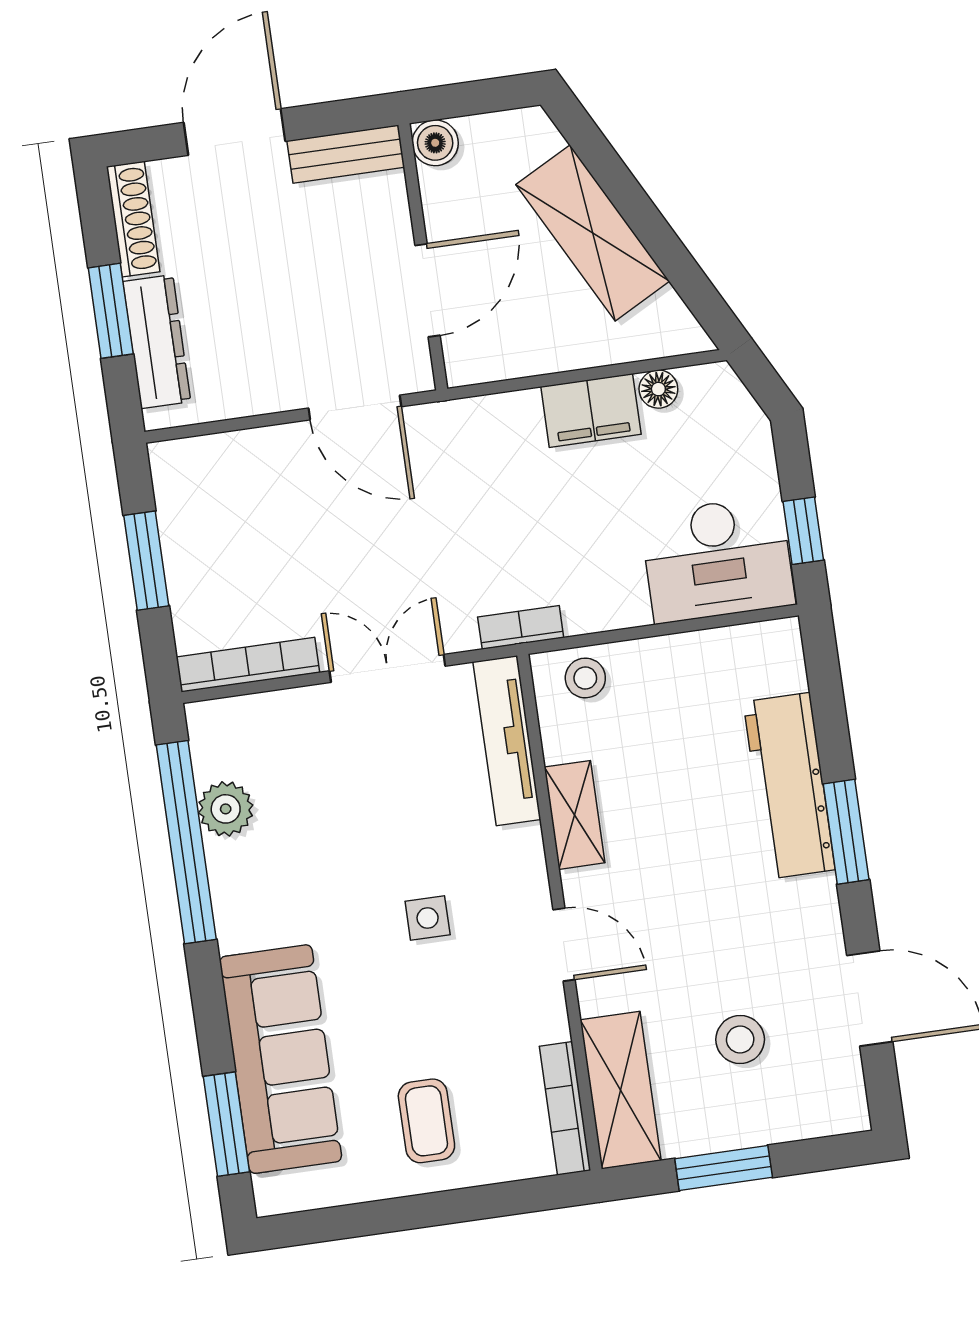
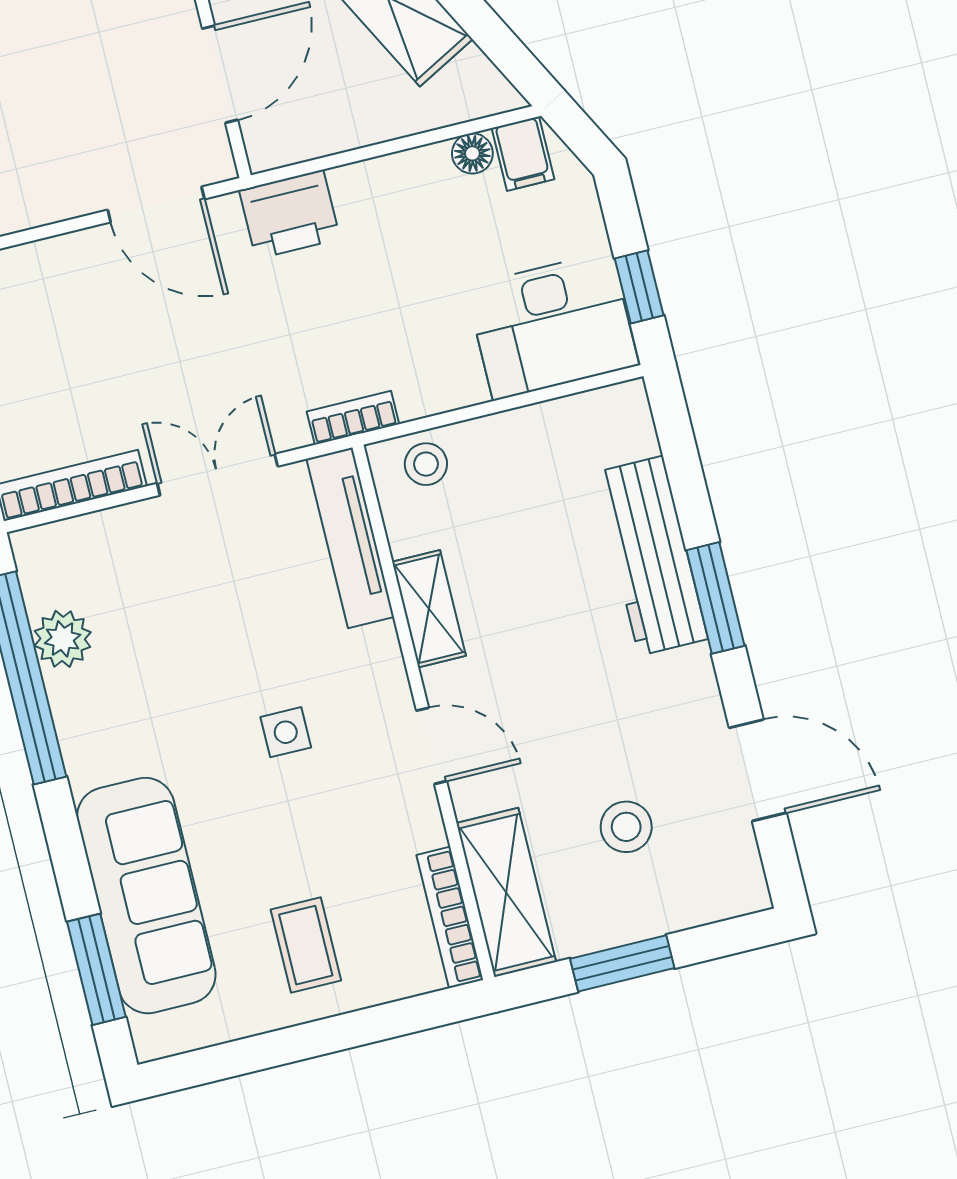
filing cabinet: (591, 410) -> (523, 154), moved, width x0.50
printer: (480, 429) -> (290, 214), added

